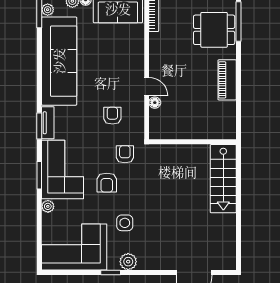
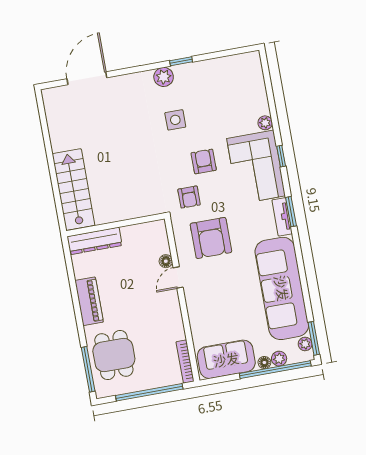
dining table: (214, 30) -> (114, 355), turned 90
door: (147, 87) -> (178, 277), hinge flipped
armchair: (112, 116) -> (211, 238), width x1.88, depth x1.88
dresser: (213, 131) -> (95, 241), added
window: (39, 175) -> (281, 156), width x0.67
corner sofa: (74, 247) -> (227, 83), removed

